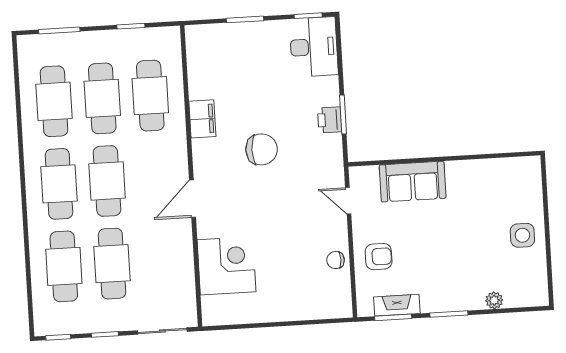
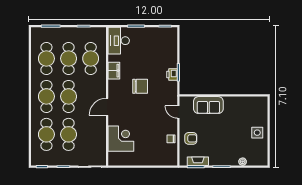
desk: (314, 47) -> (119, 41), moved, turned 180

